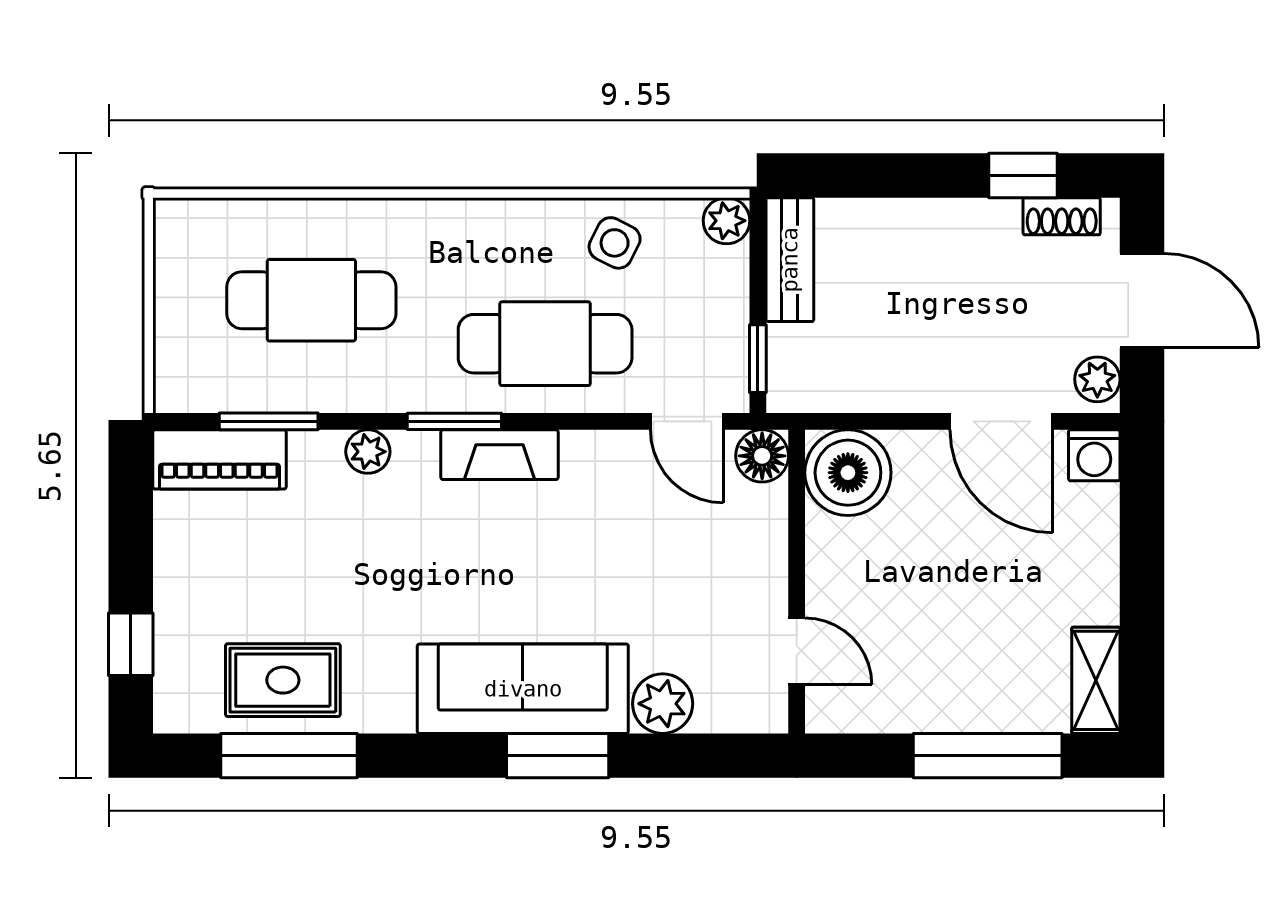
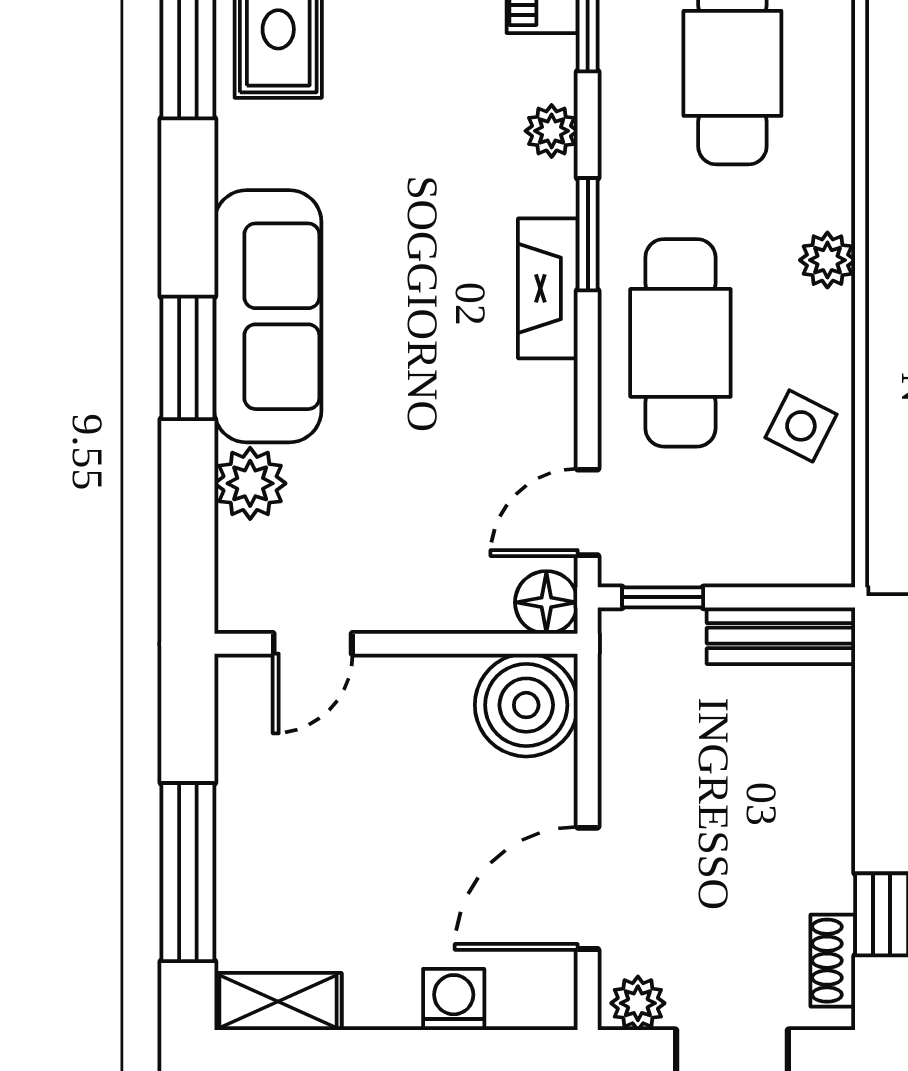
plant: (726, 221) -> (827, 260), moved
washing machine: (1094, 455) -> (454, 1000), moved, turned 90

